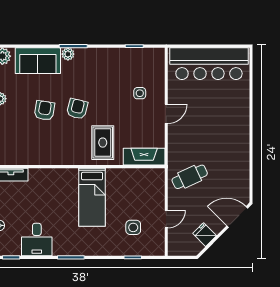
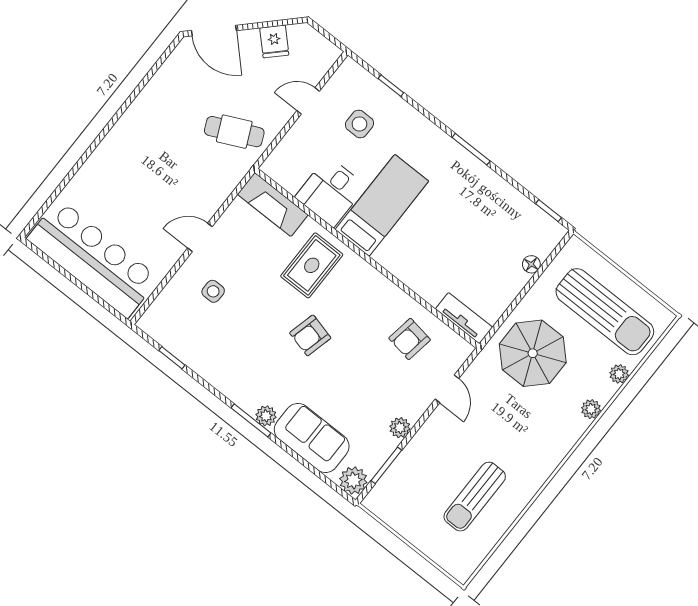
armchair: (44, 110) -> (410, 339), moved
desk: (37, 240) -> (331, 192), moved, turned 180

